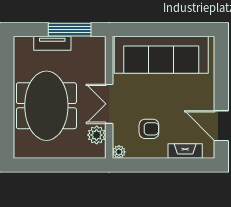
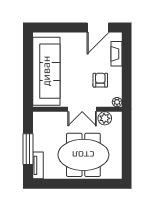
window: (70, 30) -> (28, 149), moved
tv unit: (52, 43) -> (38, 165), moved

